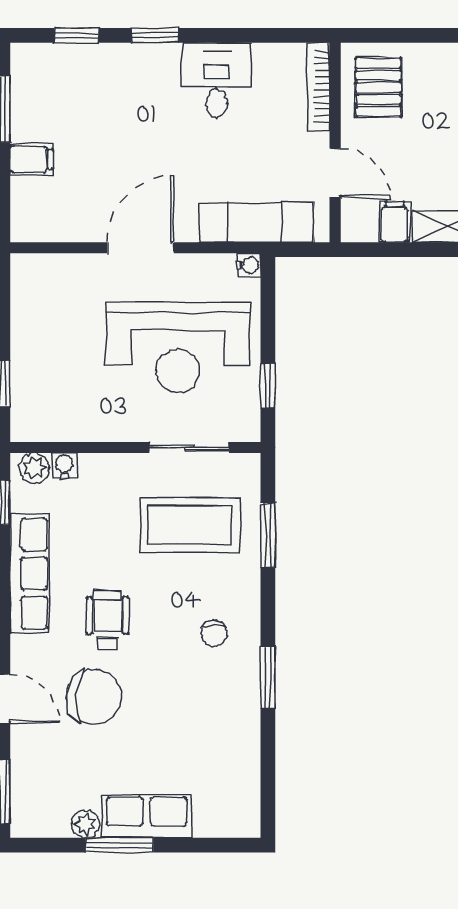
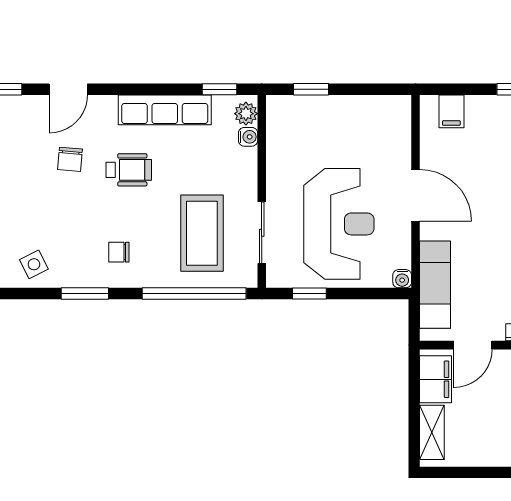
filing cabinet: (31, 159) -> (451, 111), moved
filing cabinet: (395, 222) -> (435, 379), width x2.00
reception desk: (178, 347) -> (339, 224), turned 180
window: (268, 535) -> (194, 293), width x2.11
chair: (94, 697) -> (70, 159), width x0.54, depth x0.54
side table: (230, 743) -> (34, 264), added

